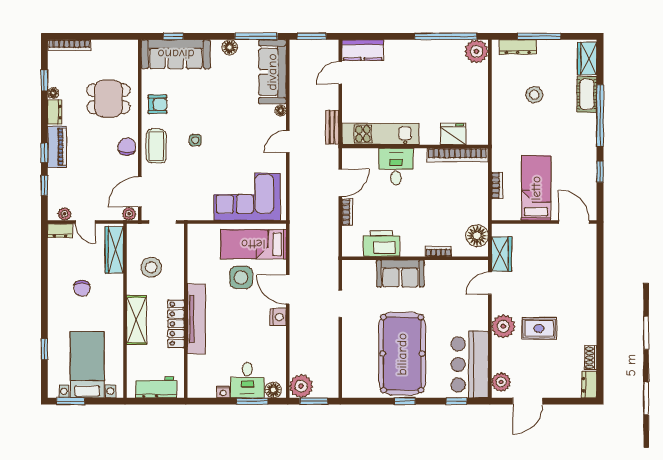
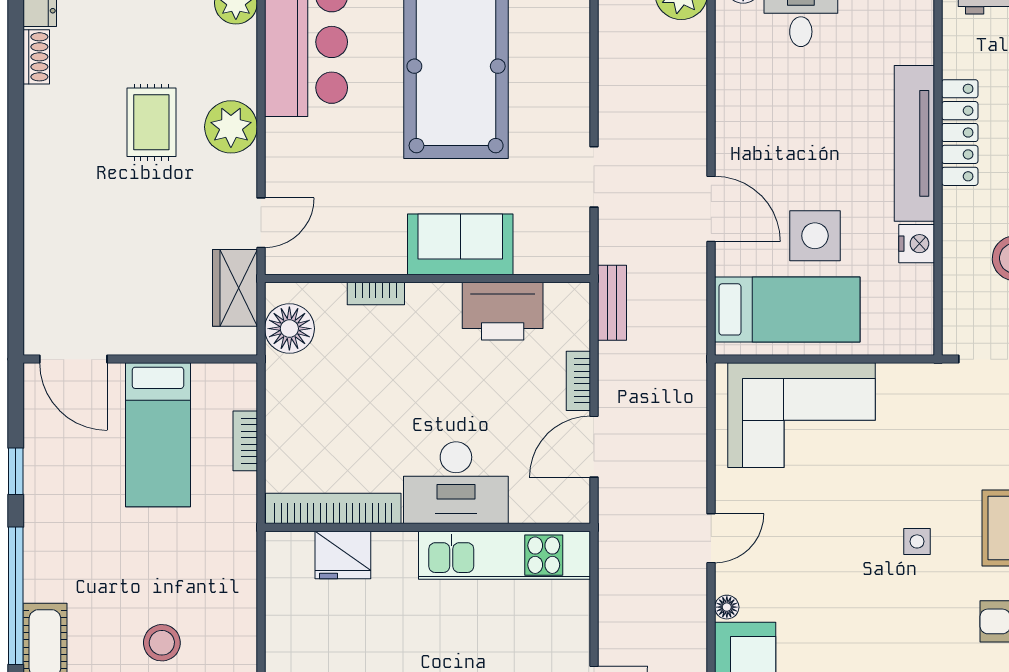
bench: (332, 127) -> (612, 303), moved
desk: (396, 167) -> (456, 483), width x1.37
nightstand: (278, 317) -> (917, 244), moved, turned 180
rug: (539, 328) -> (151, 122), turned 90

